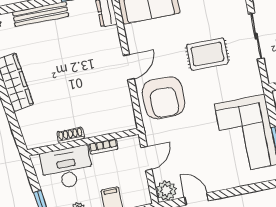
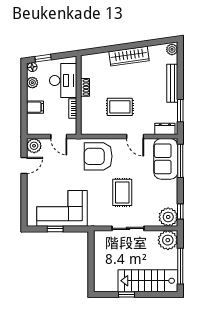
door: (129, 67) -> (135, 136), moved
rug: (88, 81) -> (120, 107), added

